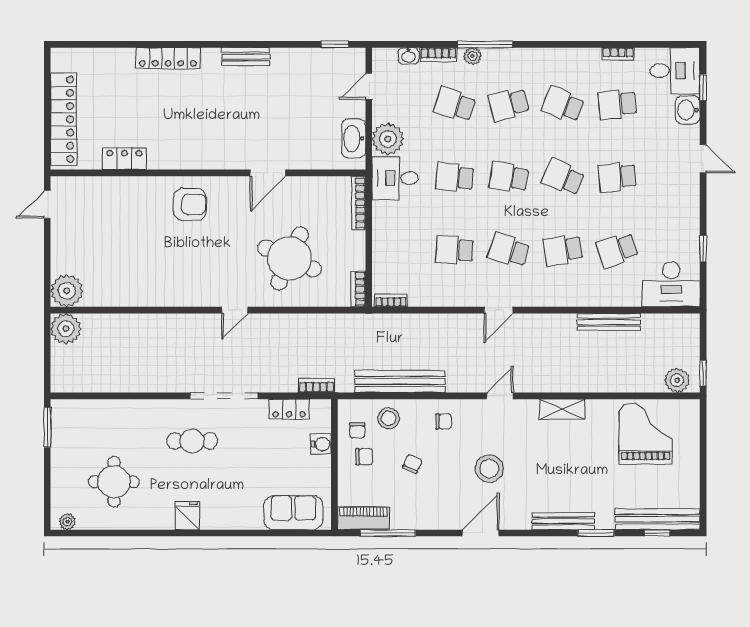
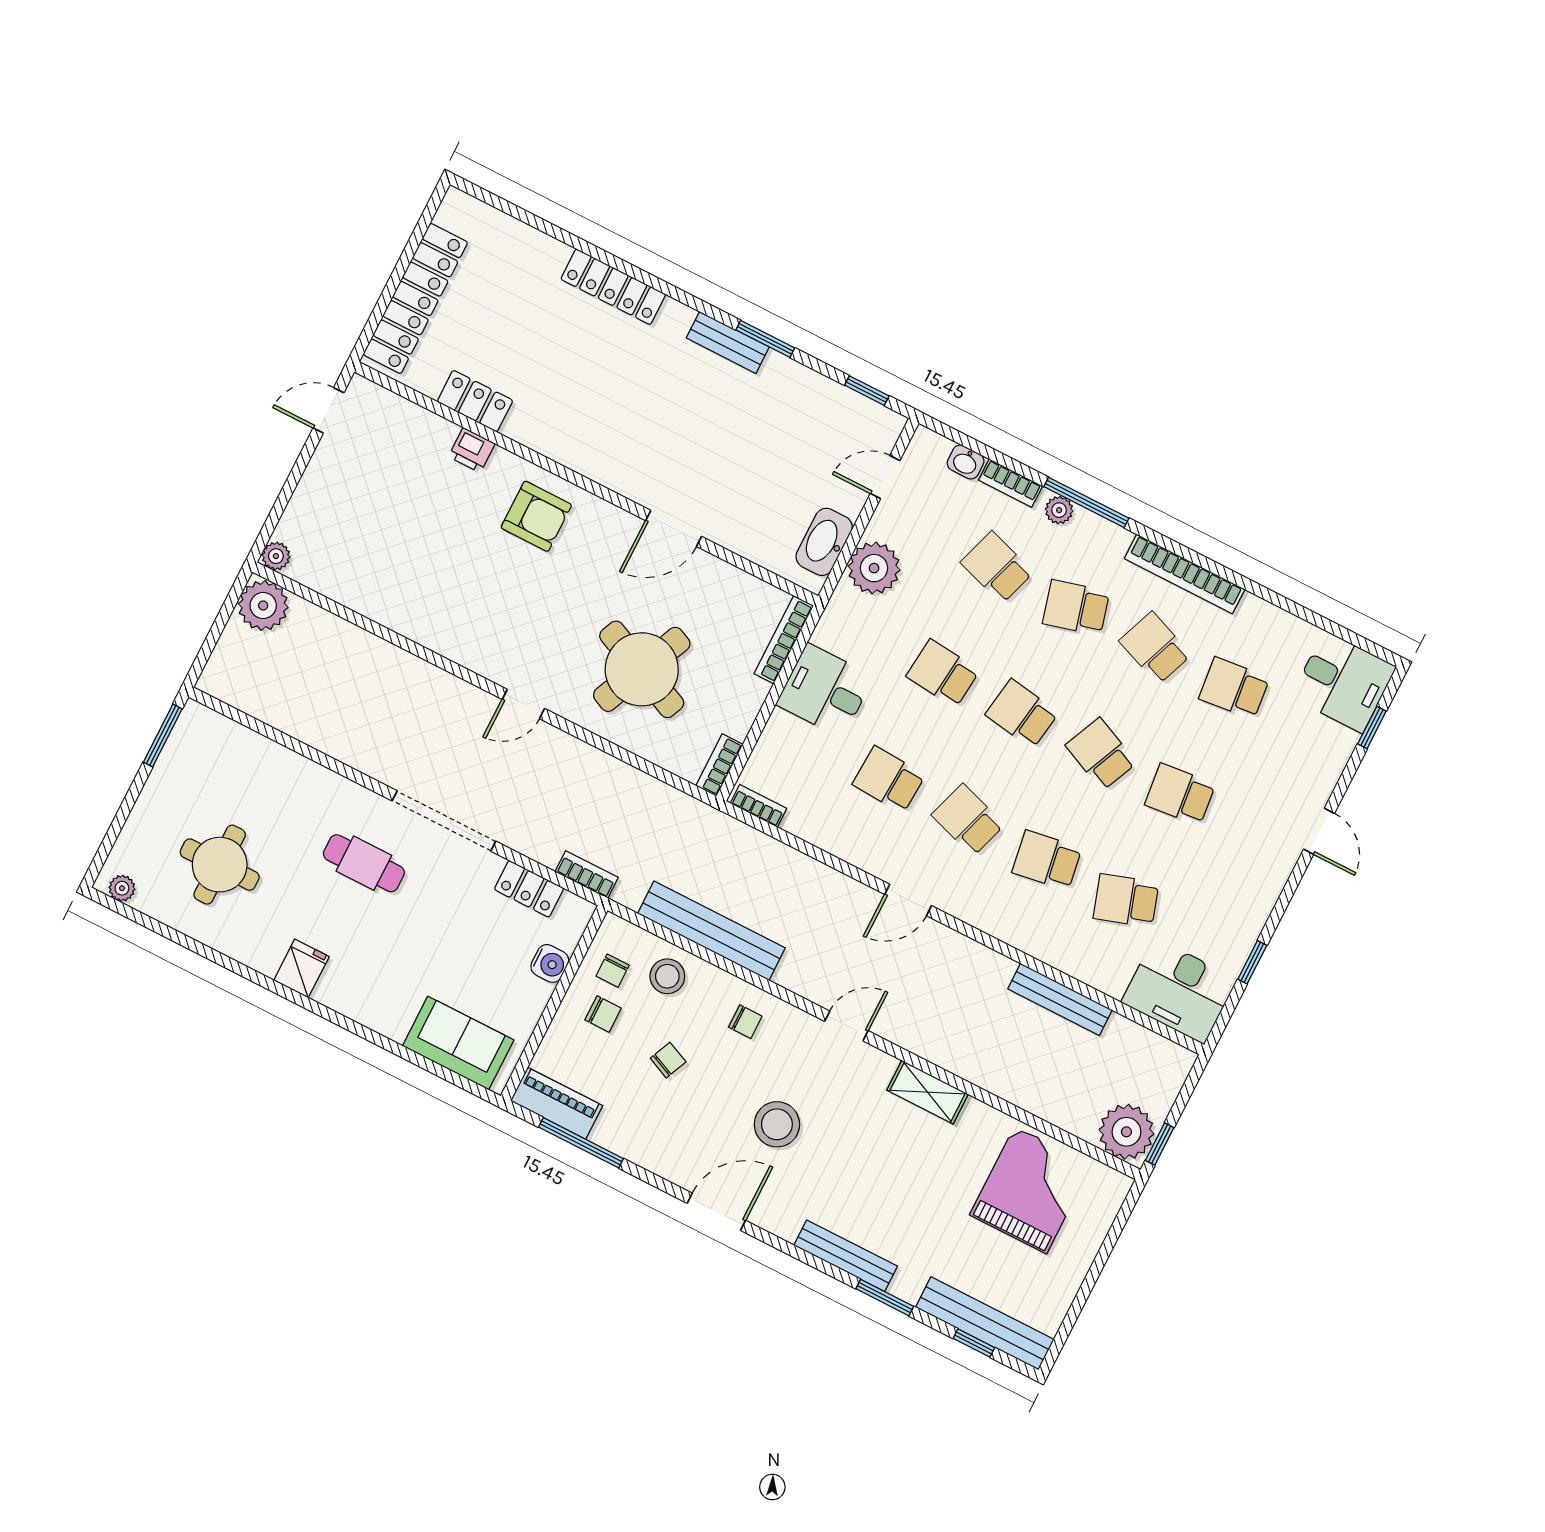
window: (265, 44) -> (765, 339), added
bookcase: (618, 54) -> (1185, 574), moved, width x2.31, depth x1.31
washbasin: (688, 110) -> (1333, 749), removed
desk: (395, 178) -> (825, 690), moved
printer: (136, 186) -> (472, 450), added
plant: (67, 291) -> (276, 556), width x0.53, depth x0.53
plant: (677, 380) -> (1126, 1132), width x1.36, depth x1.36

